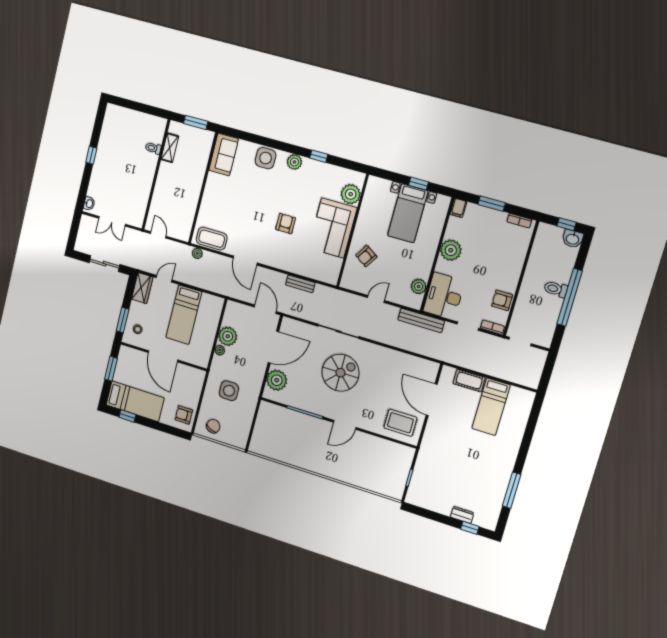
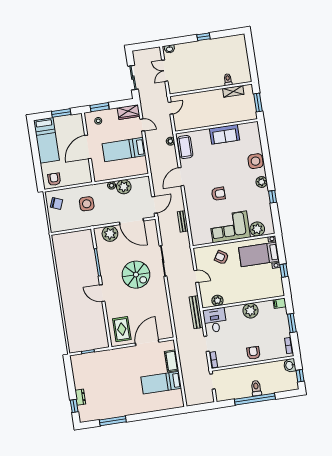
sofa: (224, 155) -> (225, 134), moved
bed with nightstands: (408, 213) -> (259, 254), moved
washbasin: (573, 239) -> (290, 365), moved
desk: (444, 296) -> (215, 320), width x0.73
armchair: (502, 300) -> (253, 353), moved
window: (127, 416) -> (33, 139), removed

